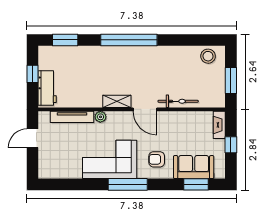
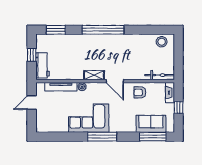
window: (231, 80) -> (179, 60), removed
bicycle: (178, 101) -> (159, 75), moved
armchair: (157, 159) -> (140, 92), moved
window: (196, 184) -> (153, 137), width x1.44

